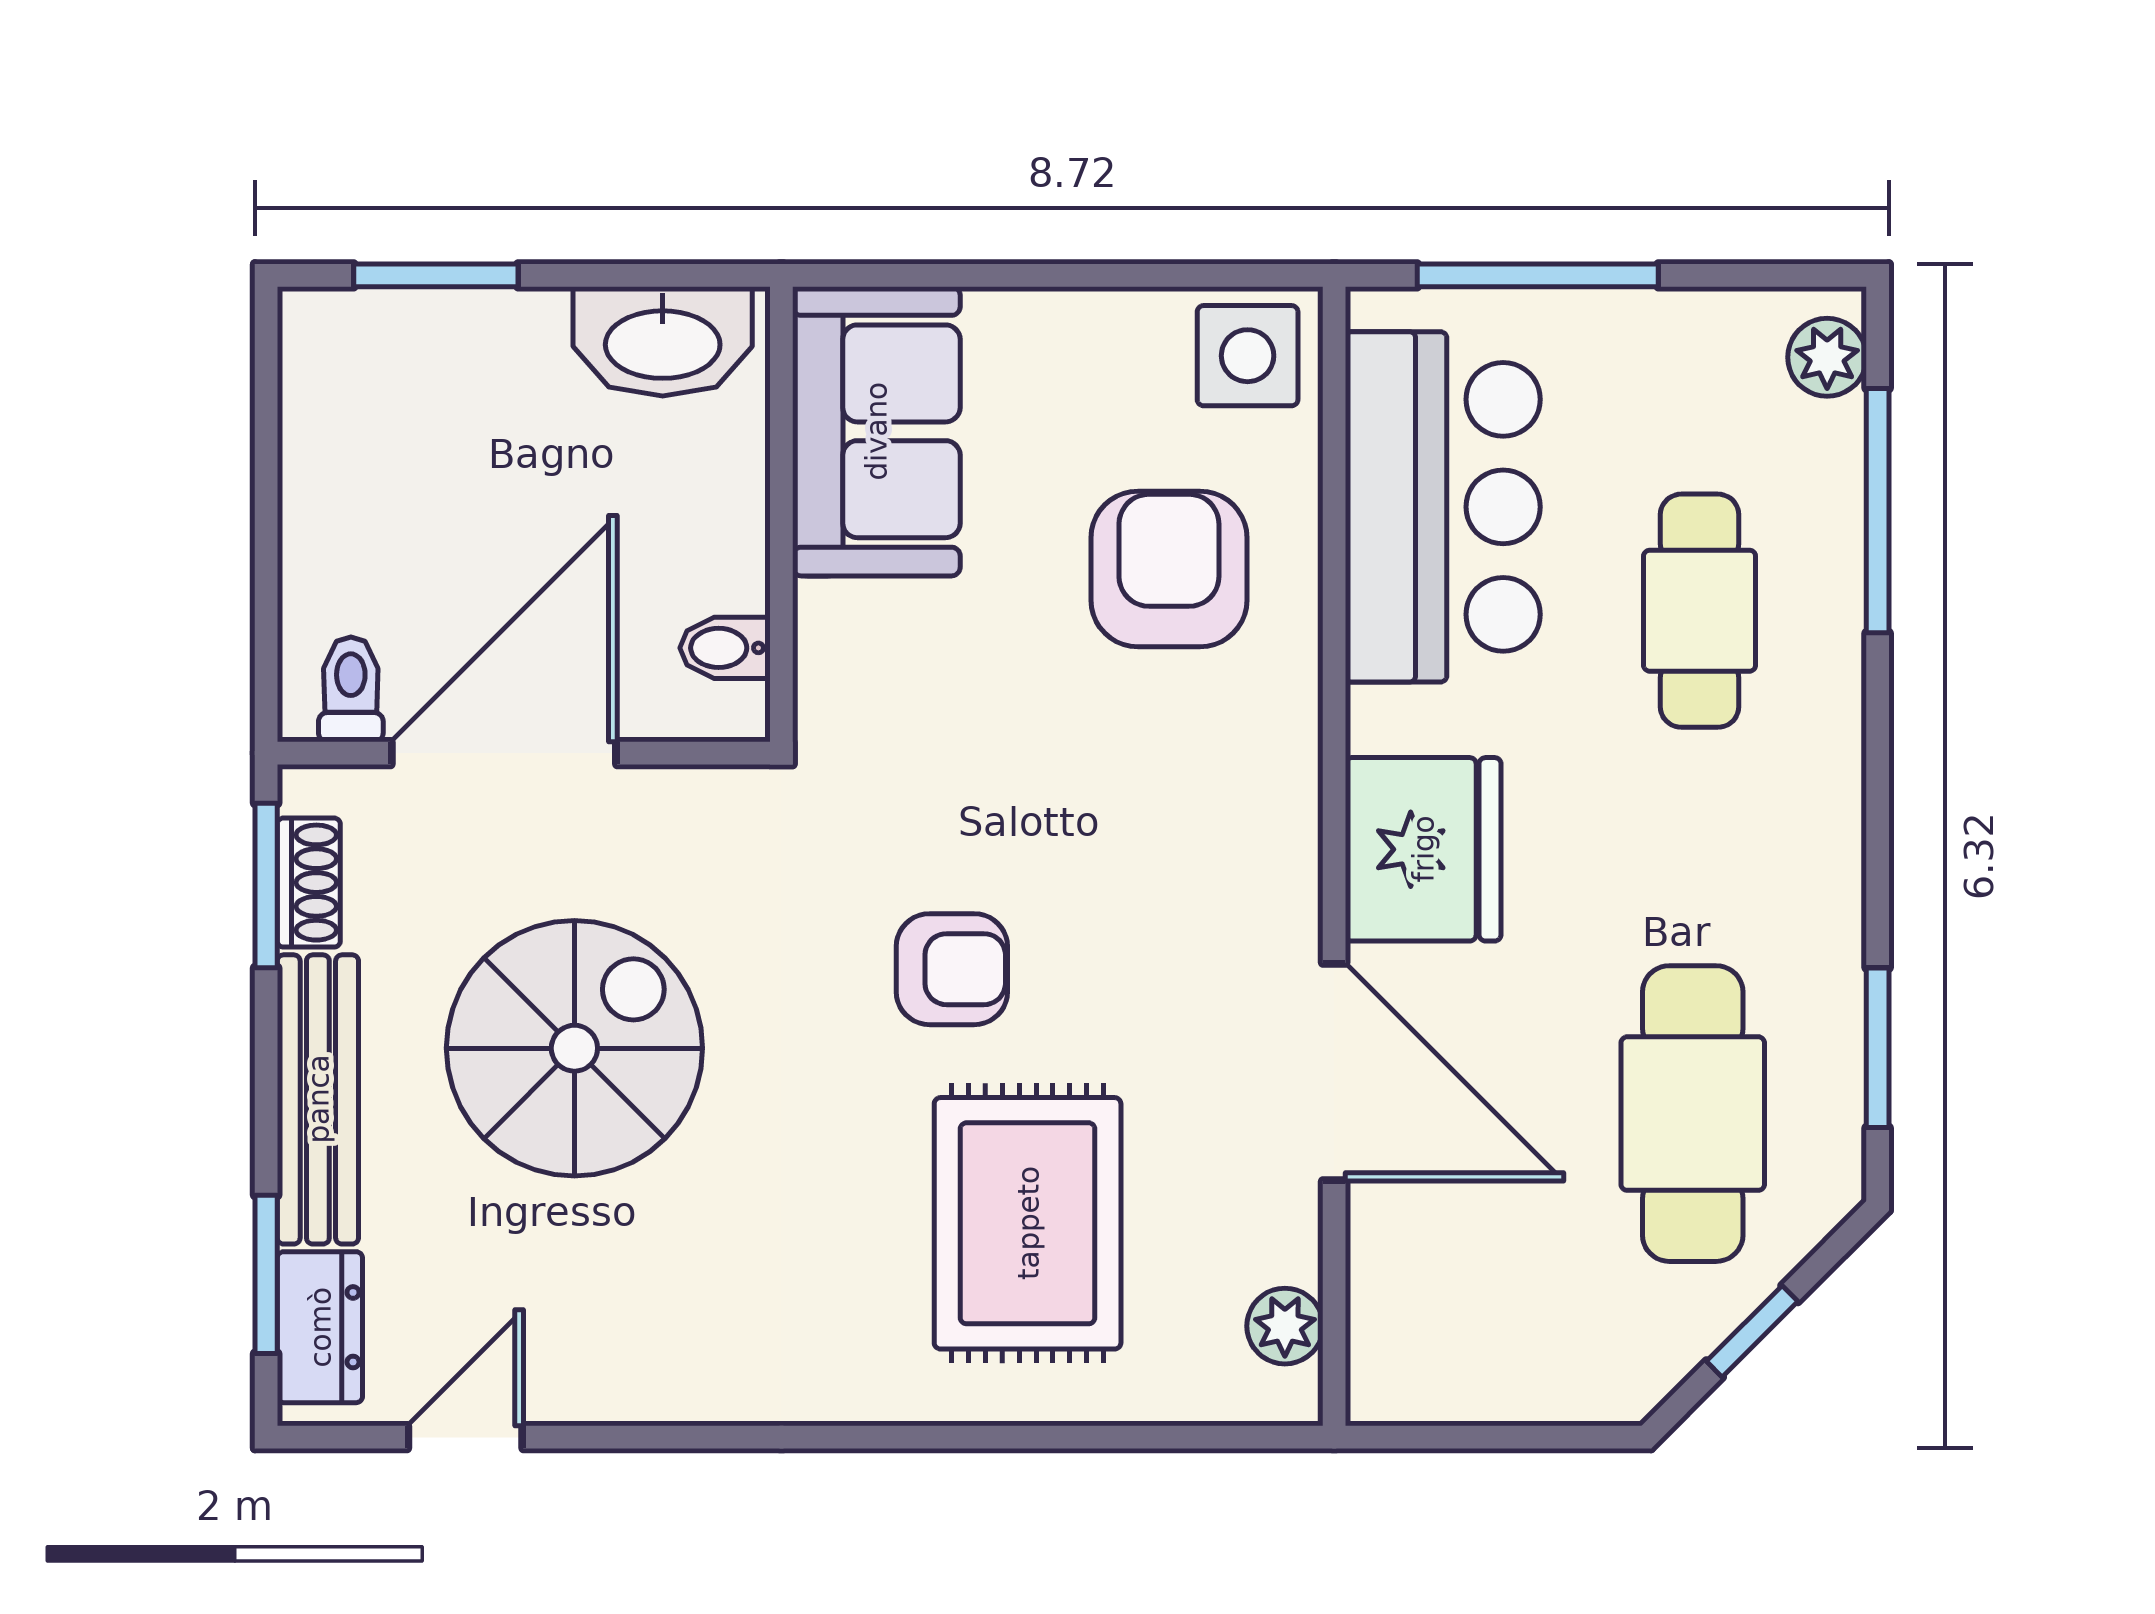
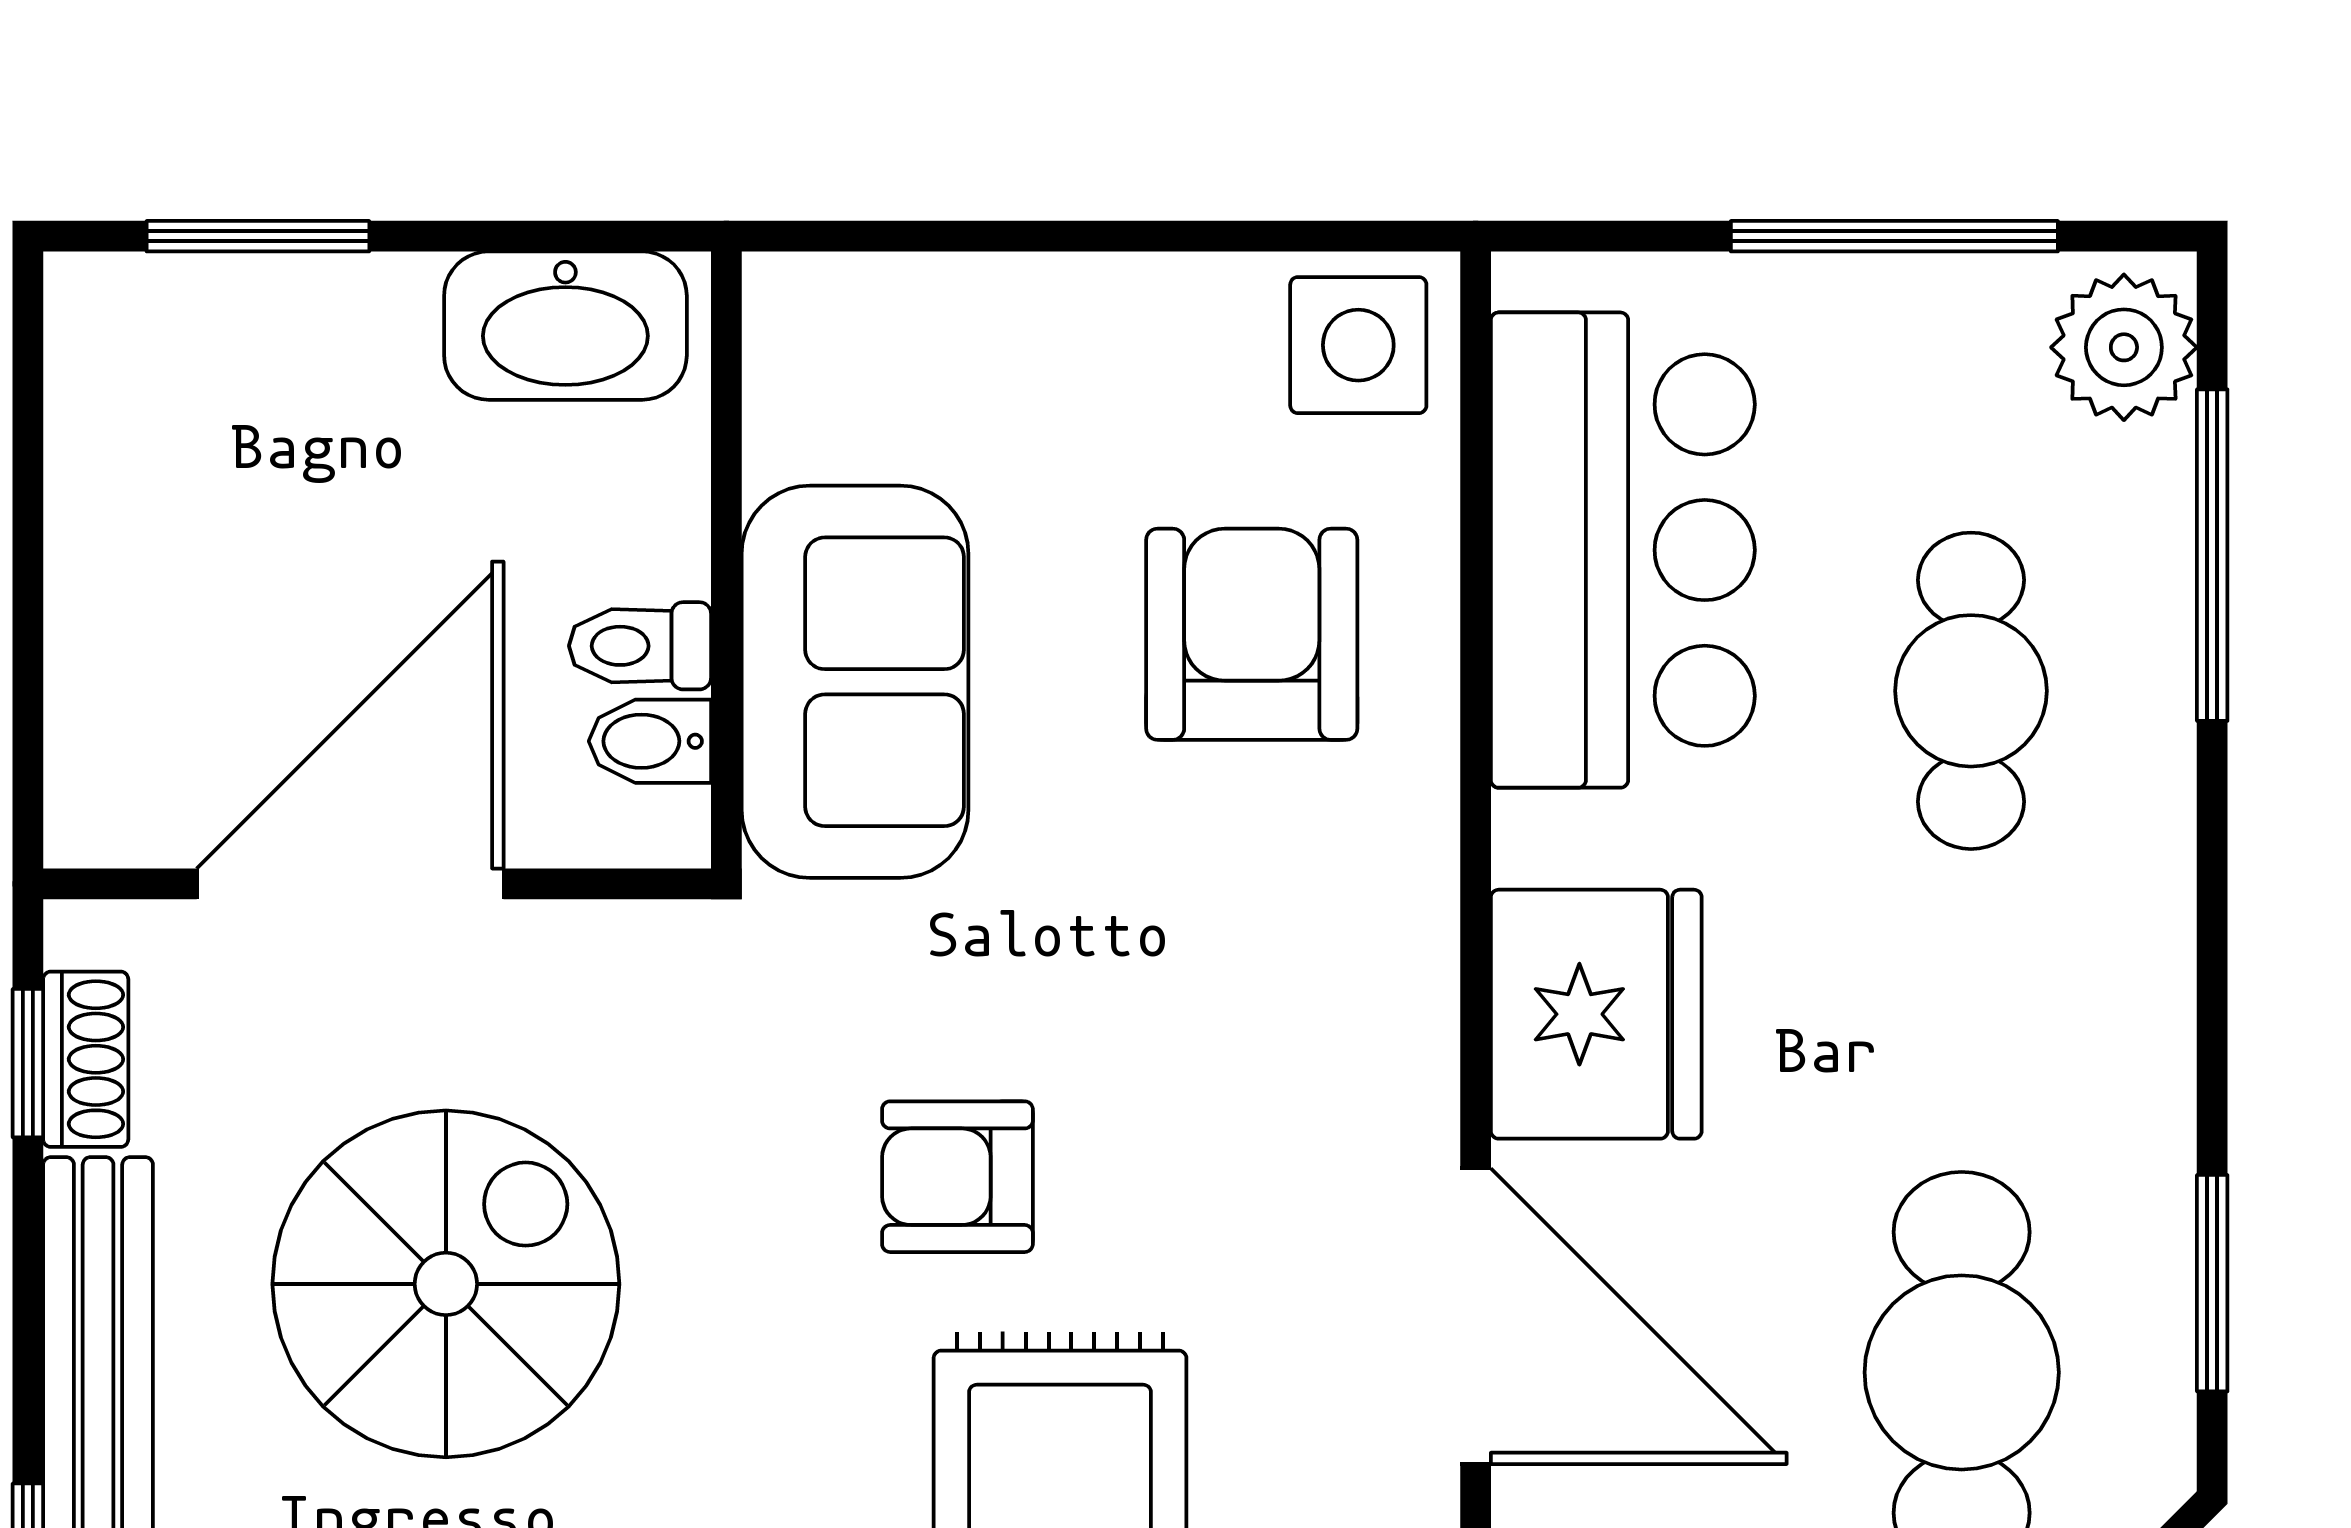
window: (1538, 275) -> (1894, 236), moved
plant: (1827, 357) -> (2124, 347), width x1.38, depth x1.38
sofa: (876, 431) -> (855, 682), moved
toilet: (351, 689) -> (640, 646), moved, turned -90
window: (266, 885) -> (28, 1063), width x0.67
armchair: (952, 969) -> (957, 1177), turned 180

